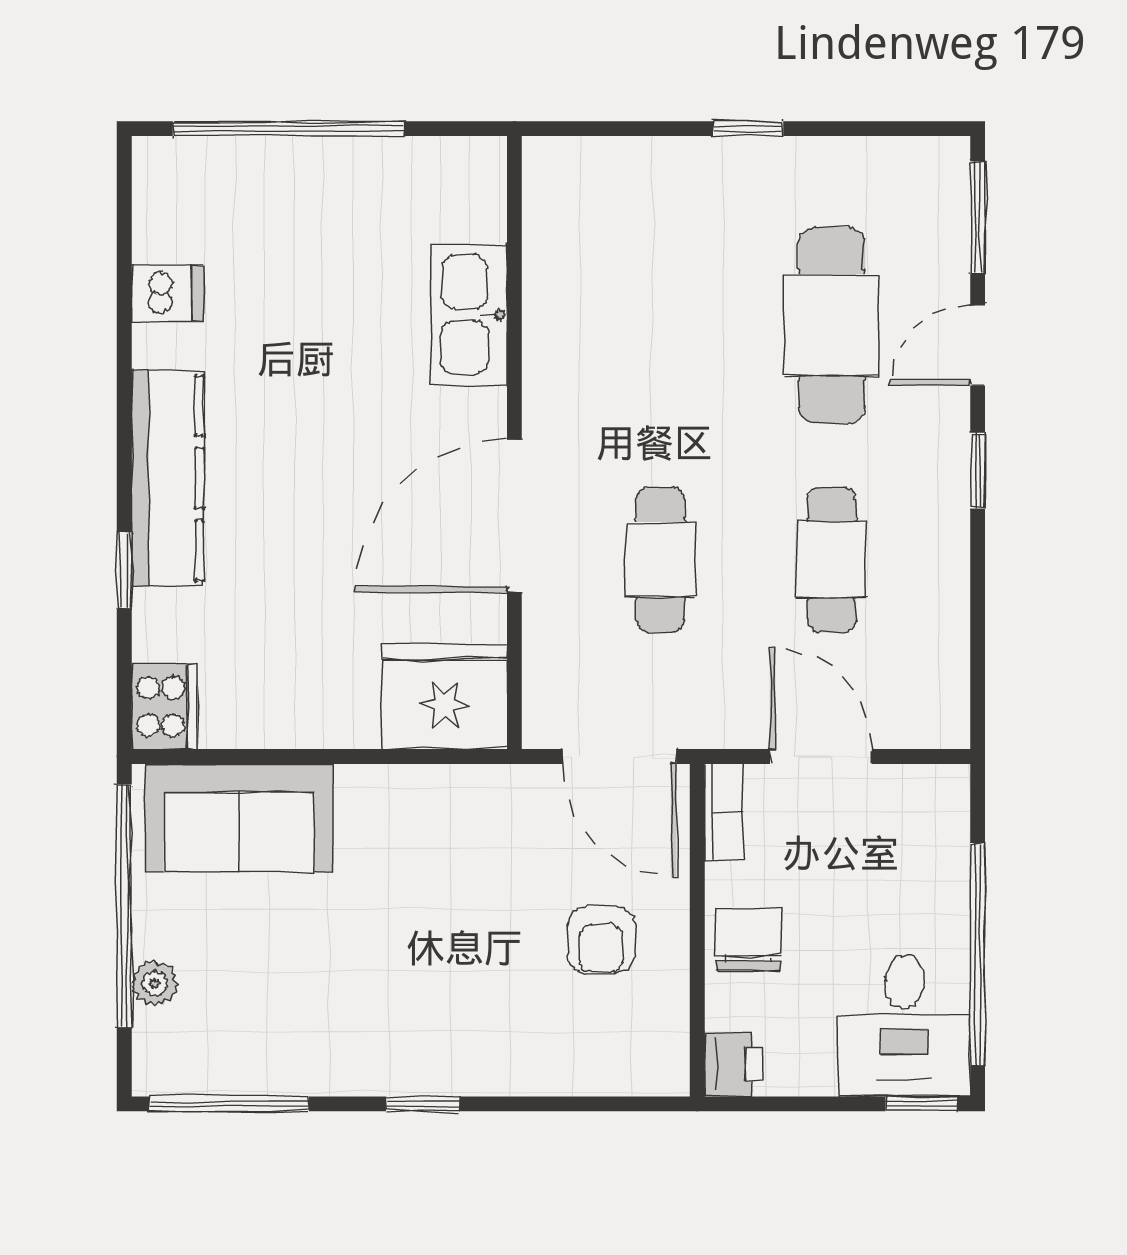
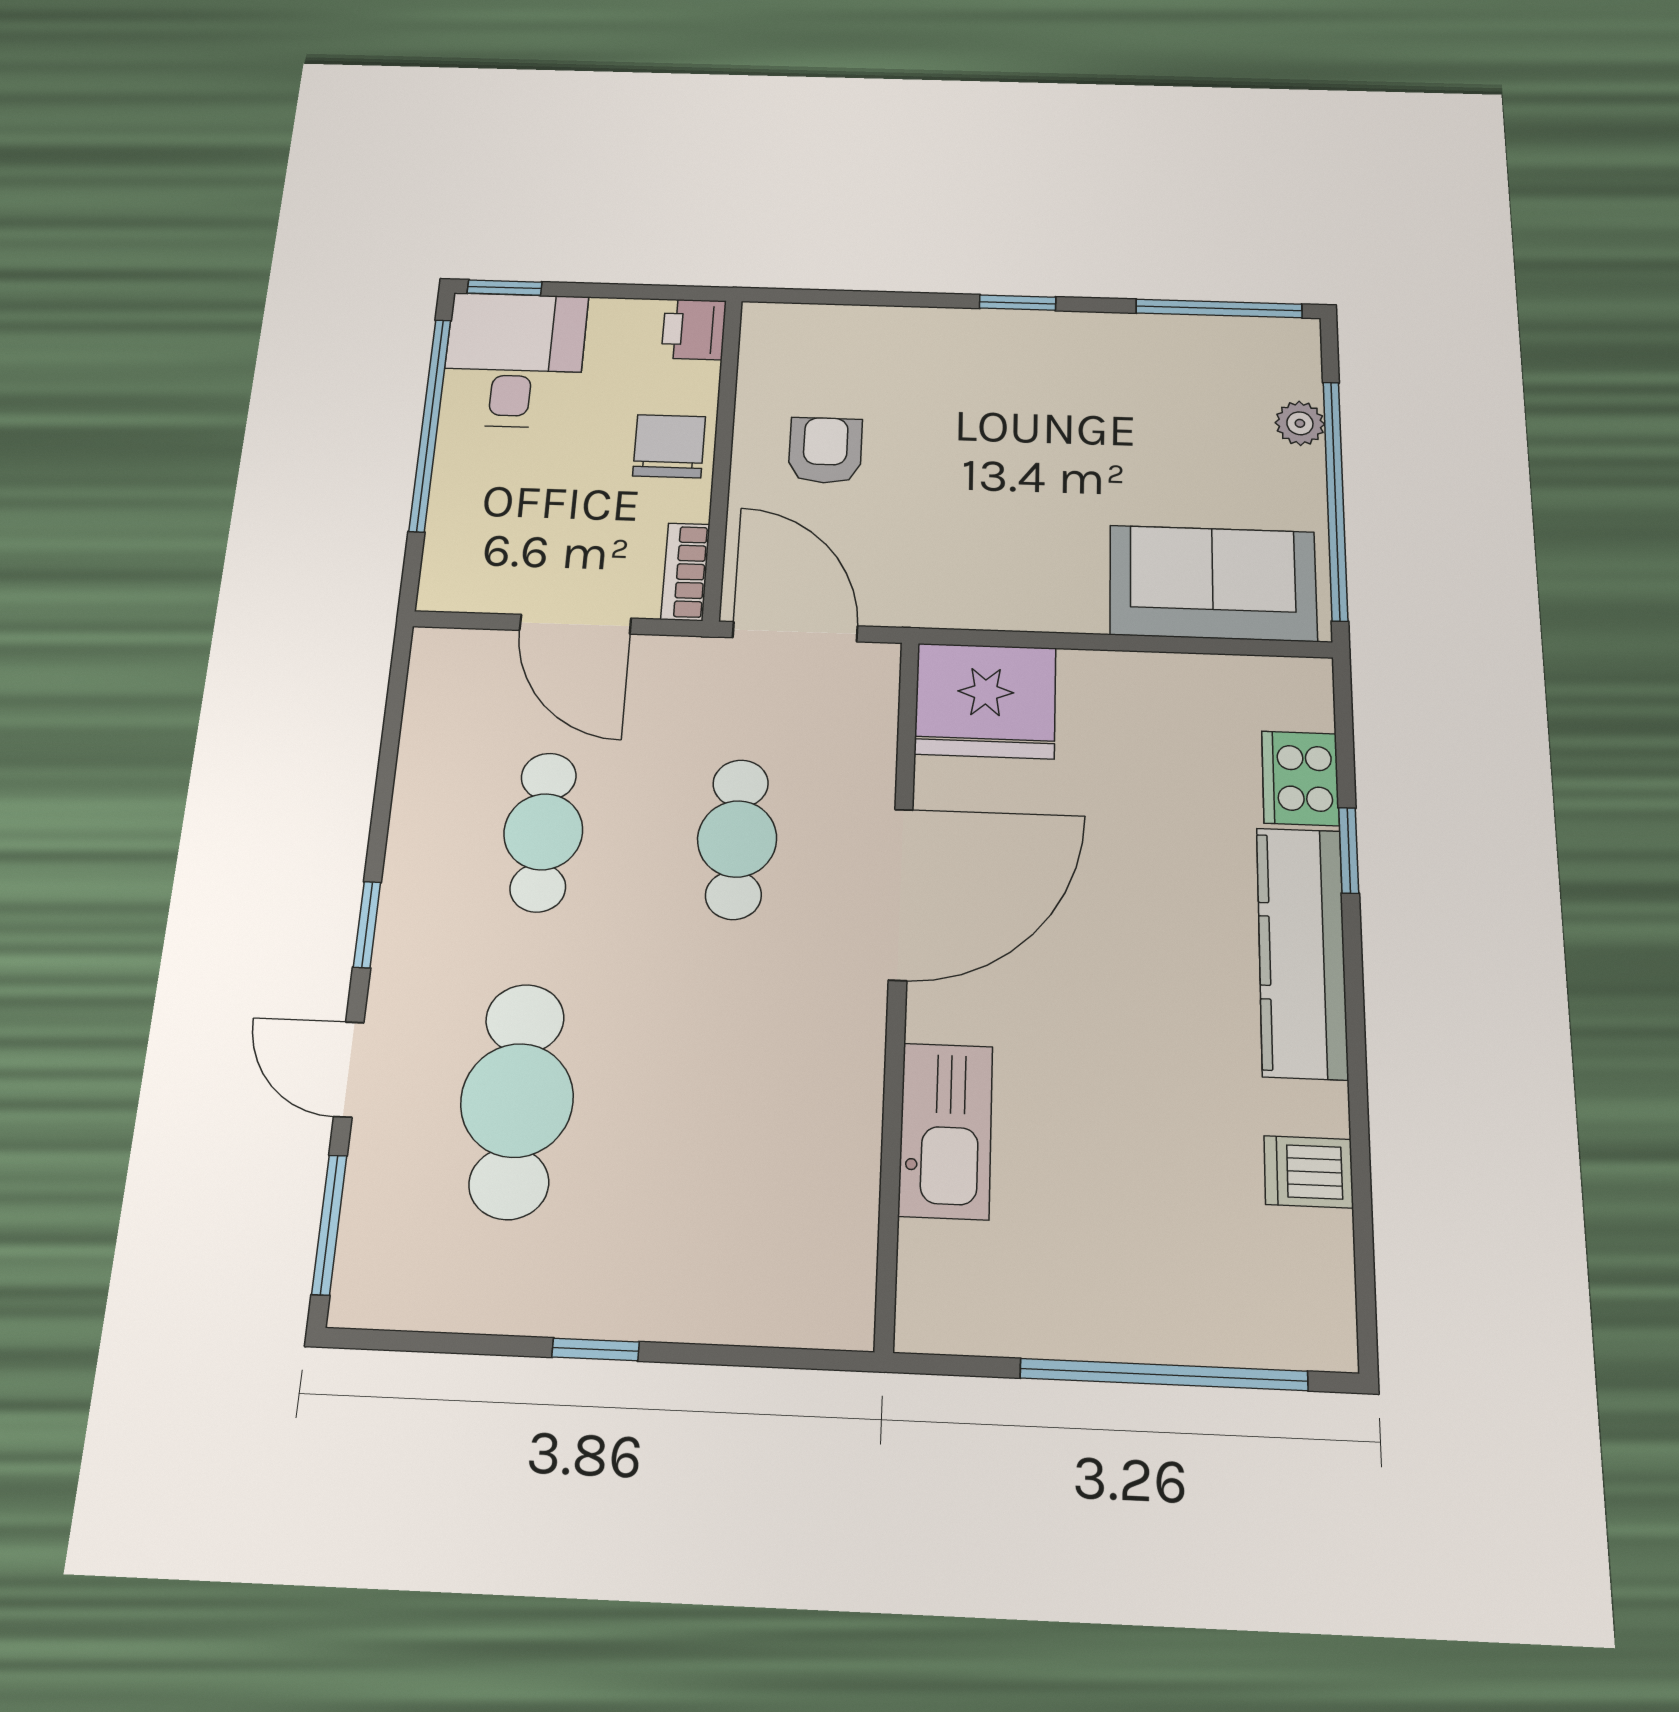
door: (978, 345) -> (349, 1069), swing flipped
cooker: (164, 707) -> (1300, 778), moved
chair: (748, 939) -> (669, 446), turned 180

